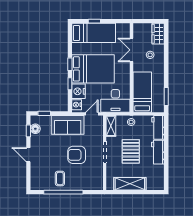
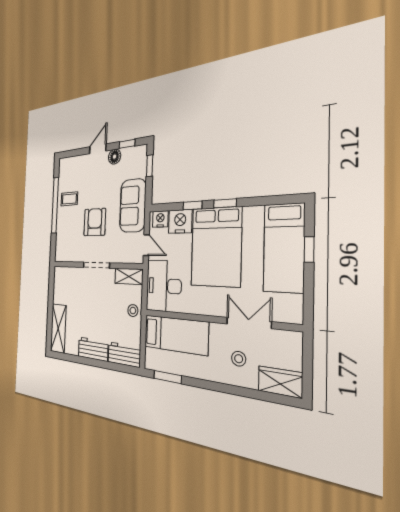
floor lamp: (35, 129) -> (115, 157), moved
pallet: (131, 151) -> (96, 306), removed
shelving: (130, 184) -> (58, 328), moved

